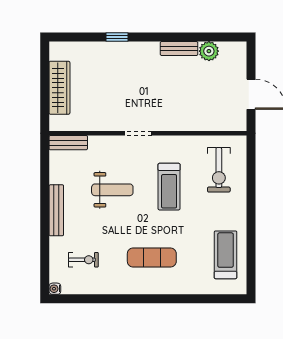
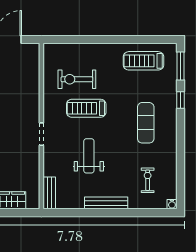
exercise bike: (219, 170) -> (77, 79), moved, turned 180
treadmill: (169, 187) -> (86, 108), turned 180
window: (179, 299) -> (180, 100), added
window: (219, 299) -> (180, 66), added

